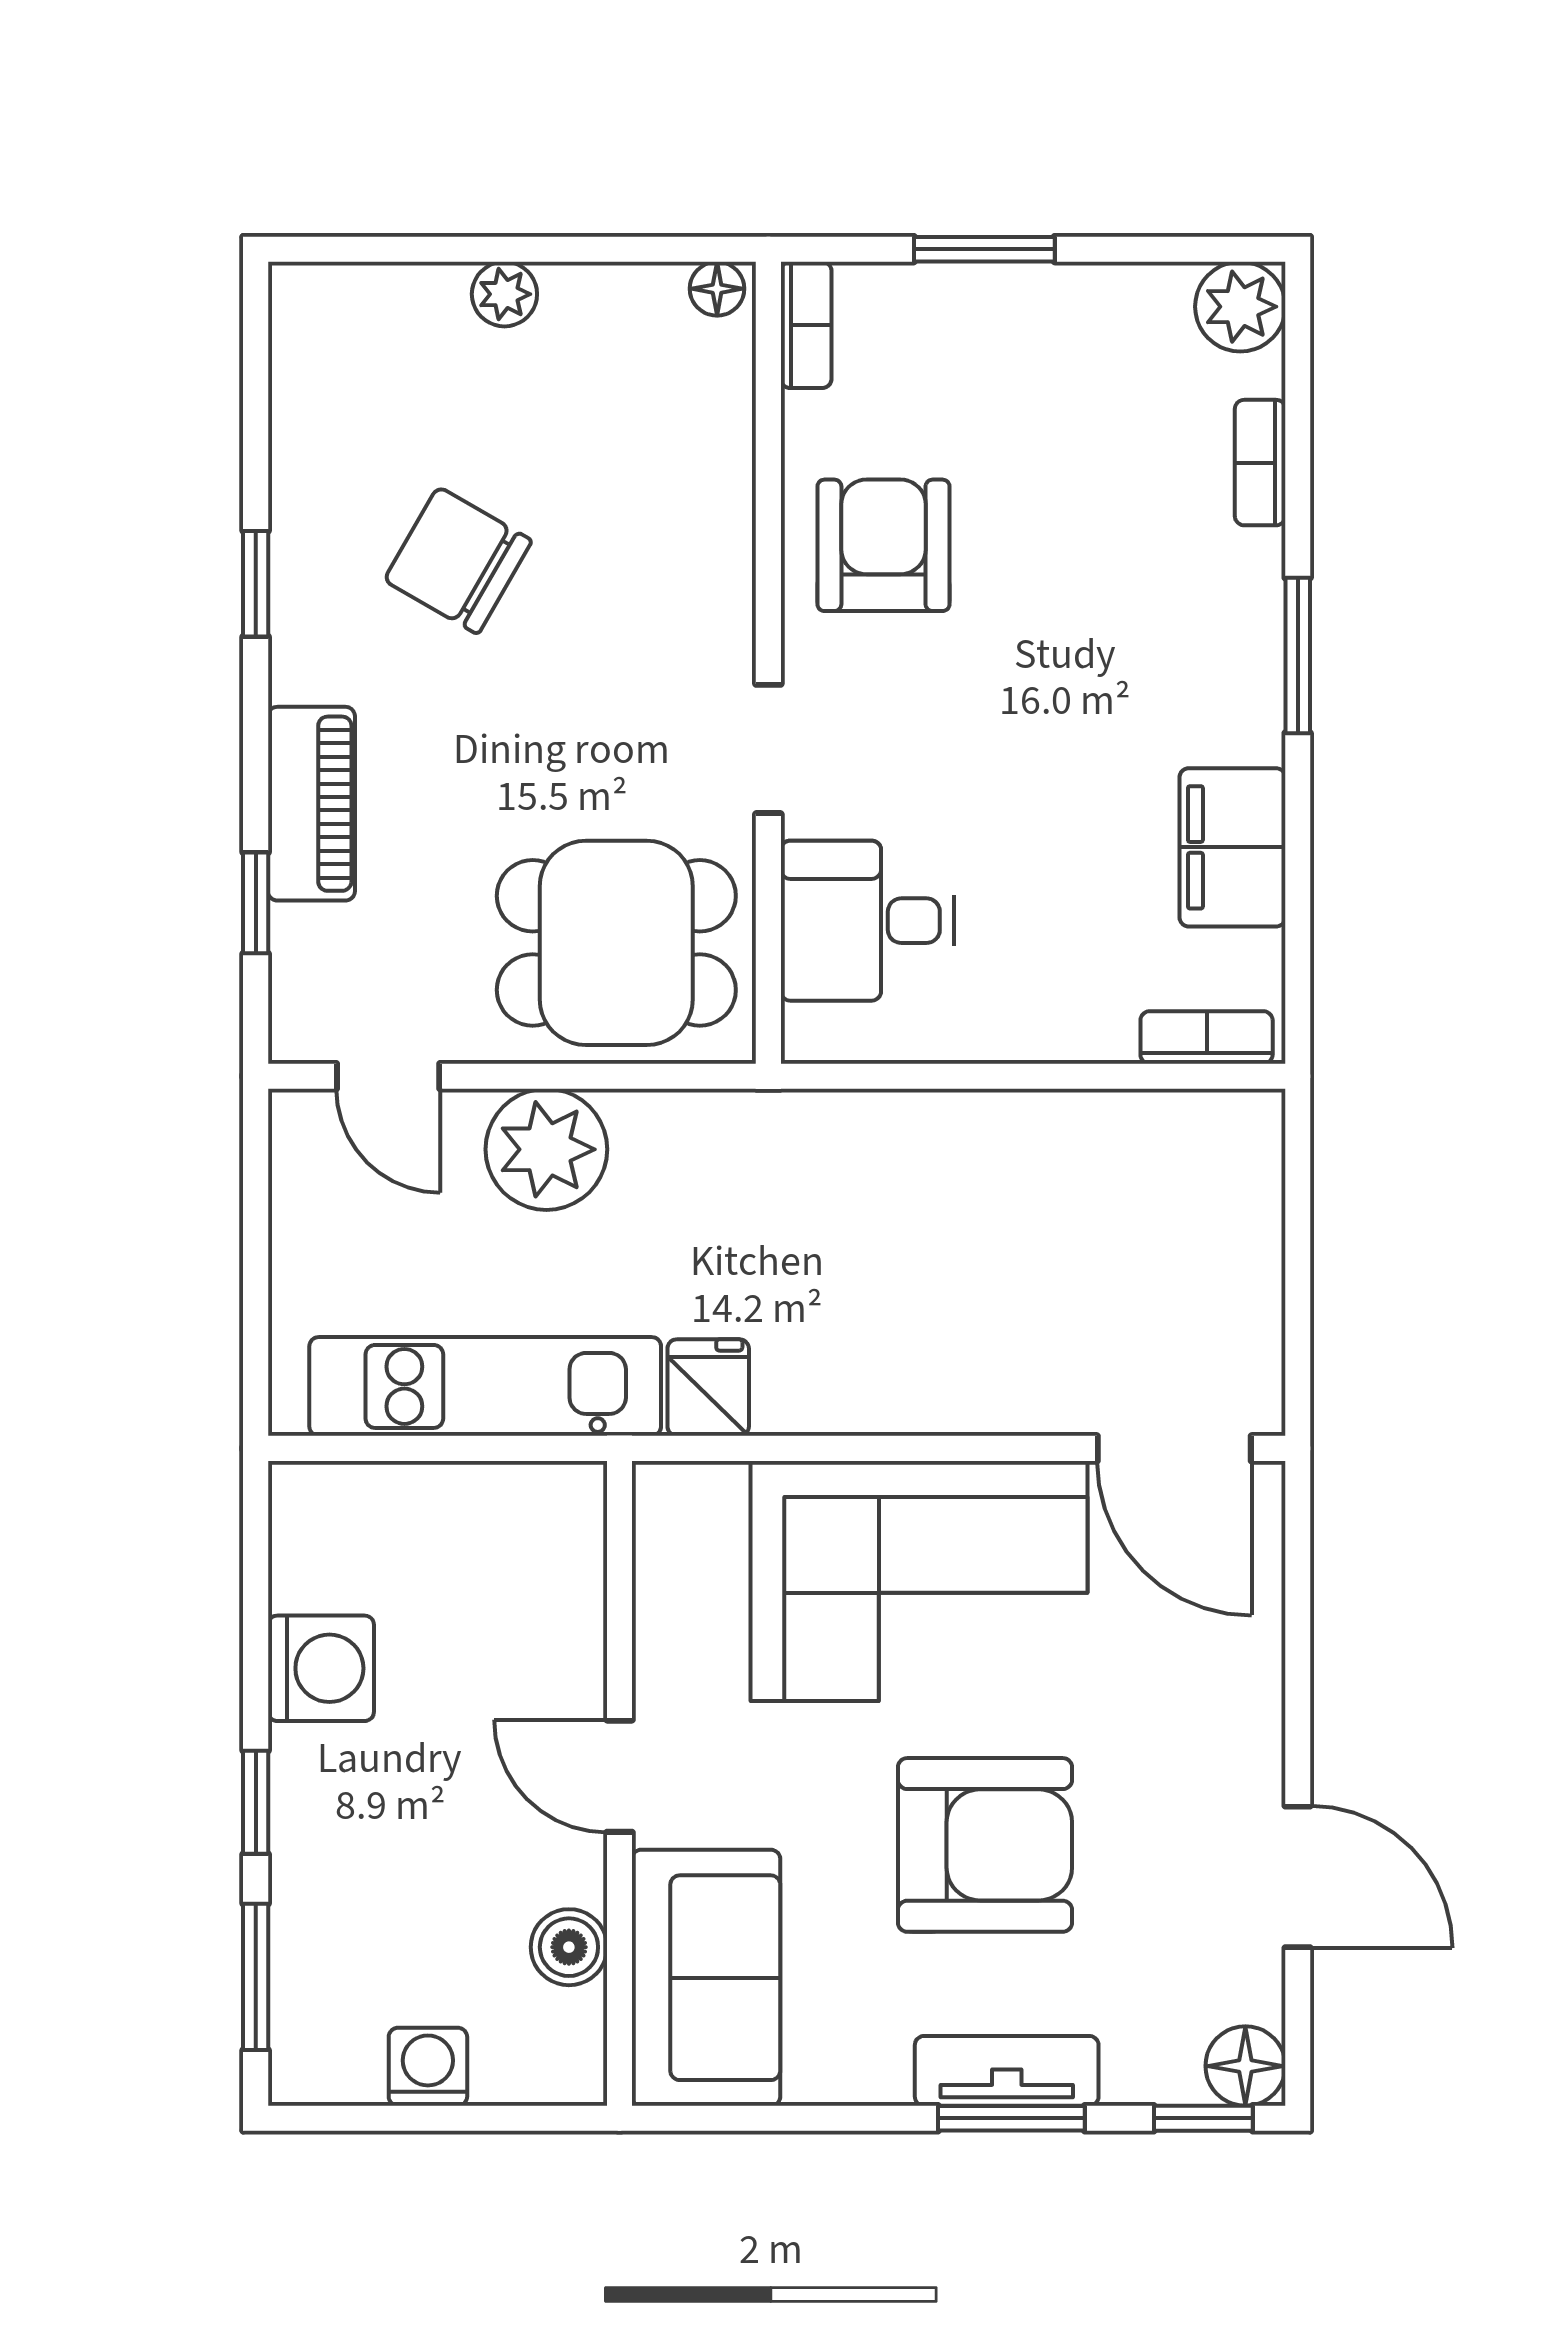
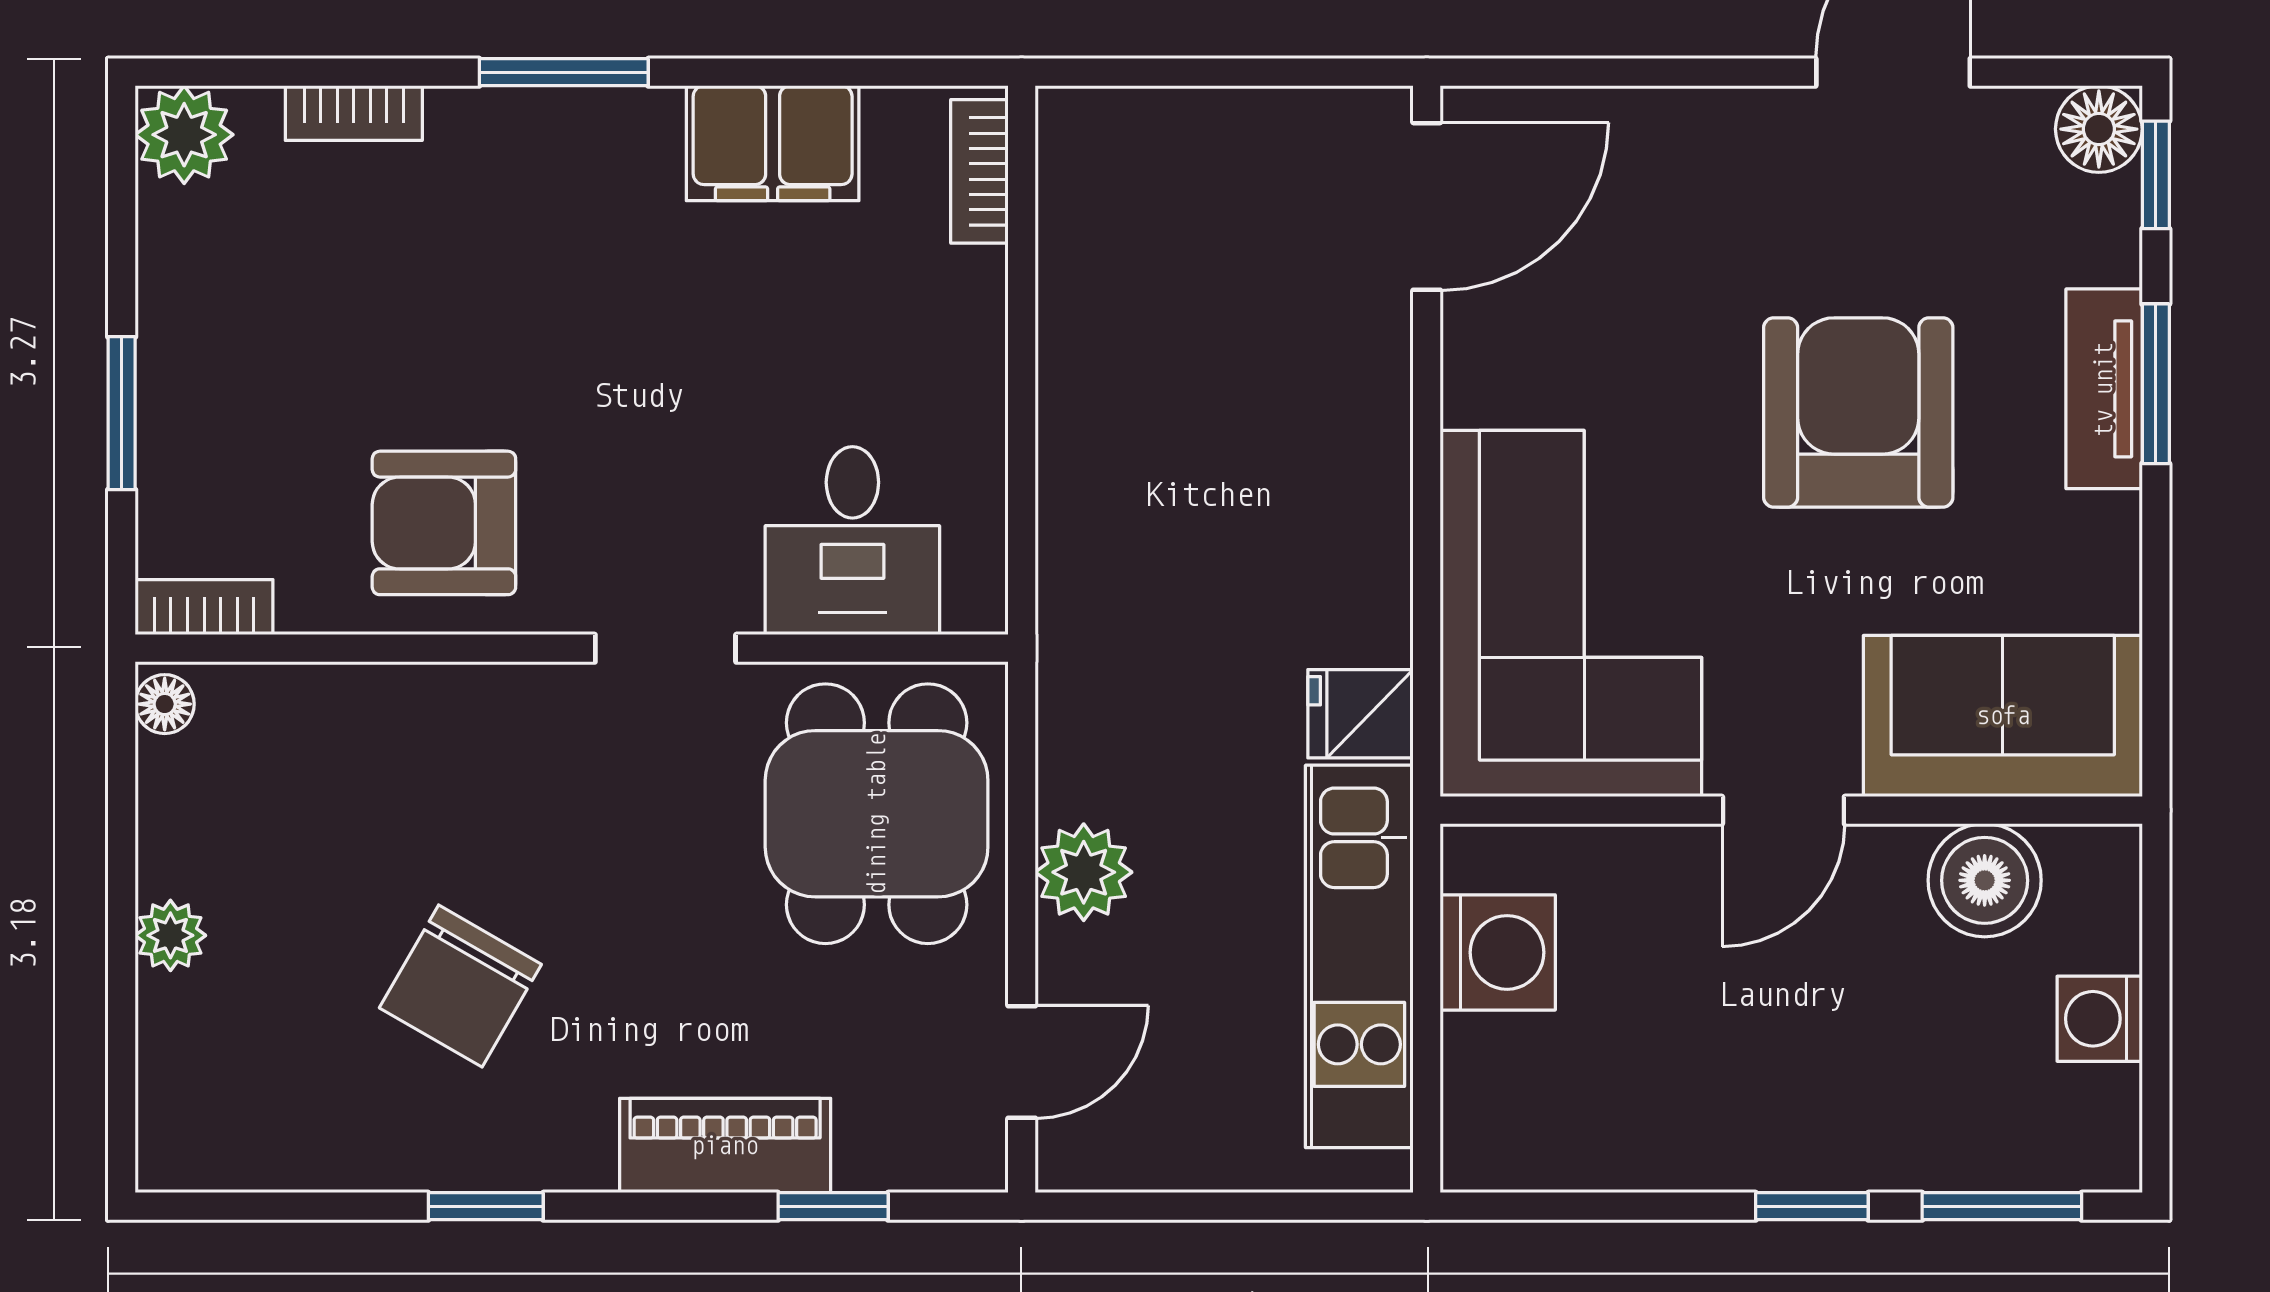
plant: (546, 1149) -> (1084, 872), width x0.73, depth x0.73
corner sofa: (919, 1581) -> (1571, 613), moved
washing machine: (321, 1668) -> (1498, 952), moved, turned 90
boiler: (569, 1947) -> (1985, 880), width x1.36, depth x1.36

